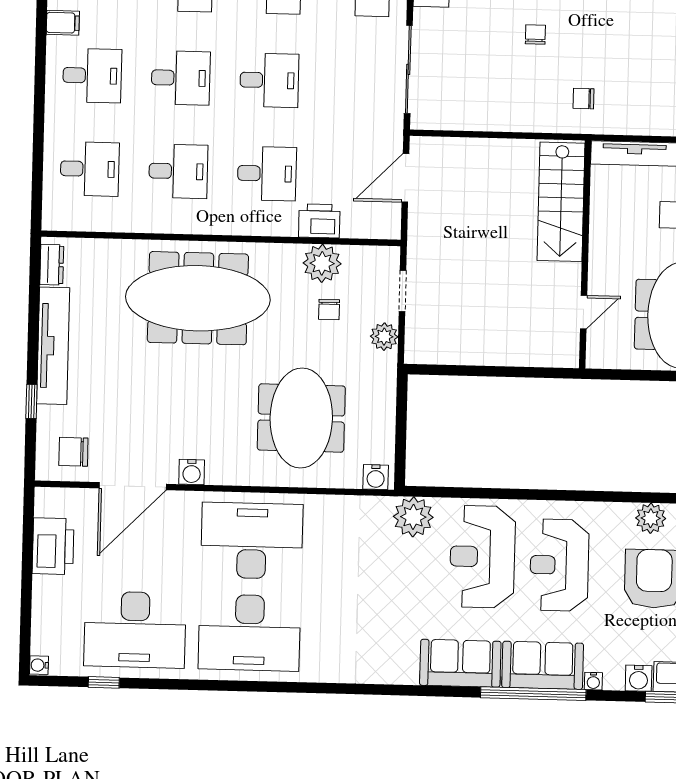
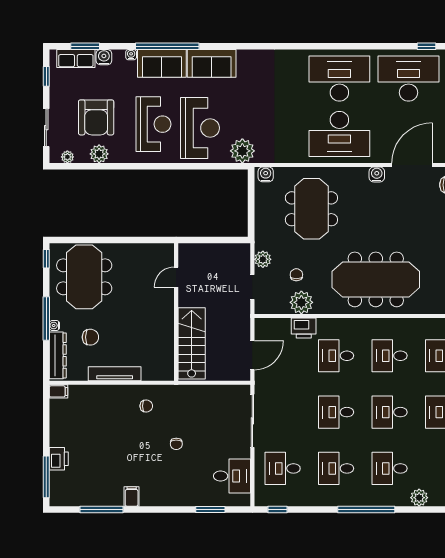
stairs: (561, 202) -> (192, 343), moved
wall: (585, 254) -> (176, 312), moved
door: (584, 312) -> (176, 277), moved

